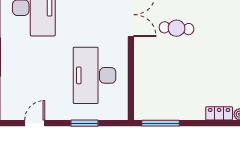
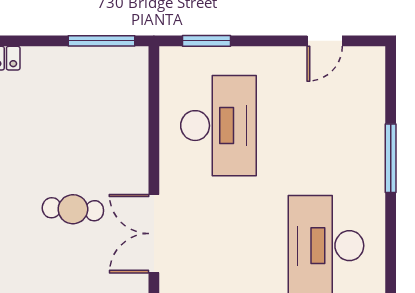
window: (84, 123) -> (206, 41), moved

